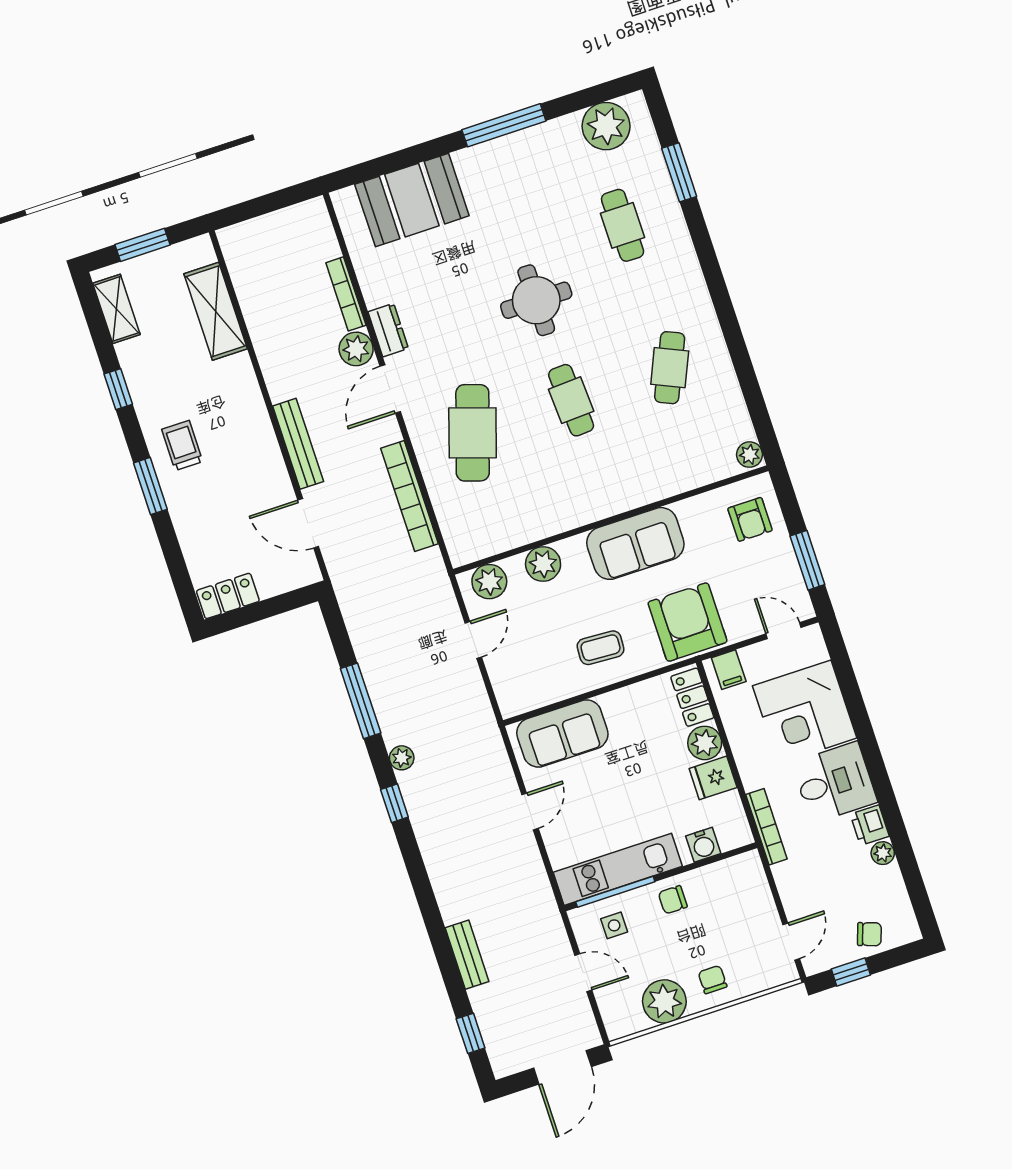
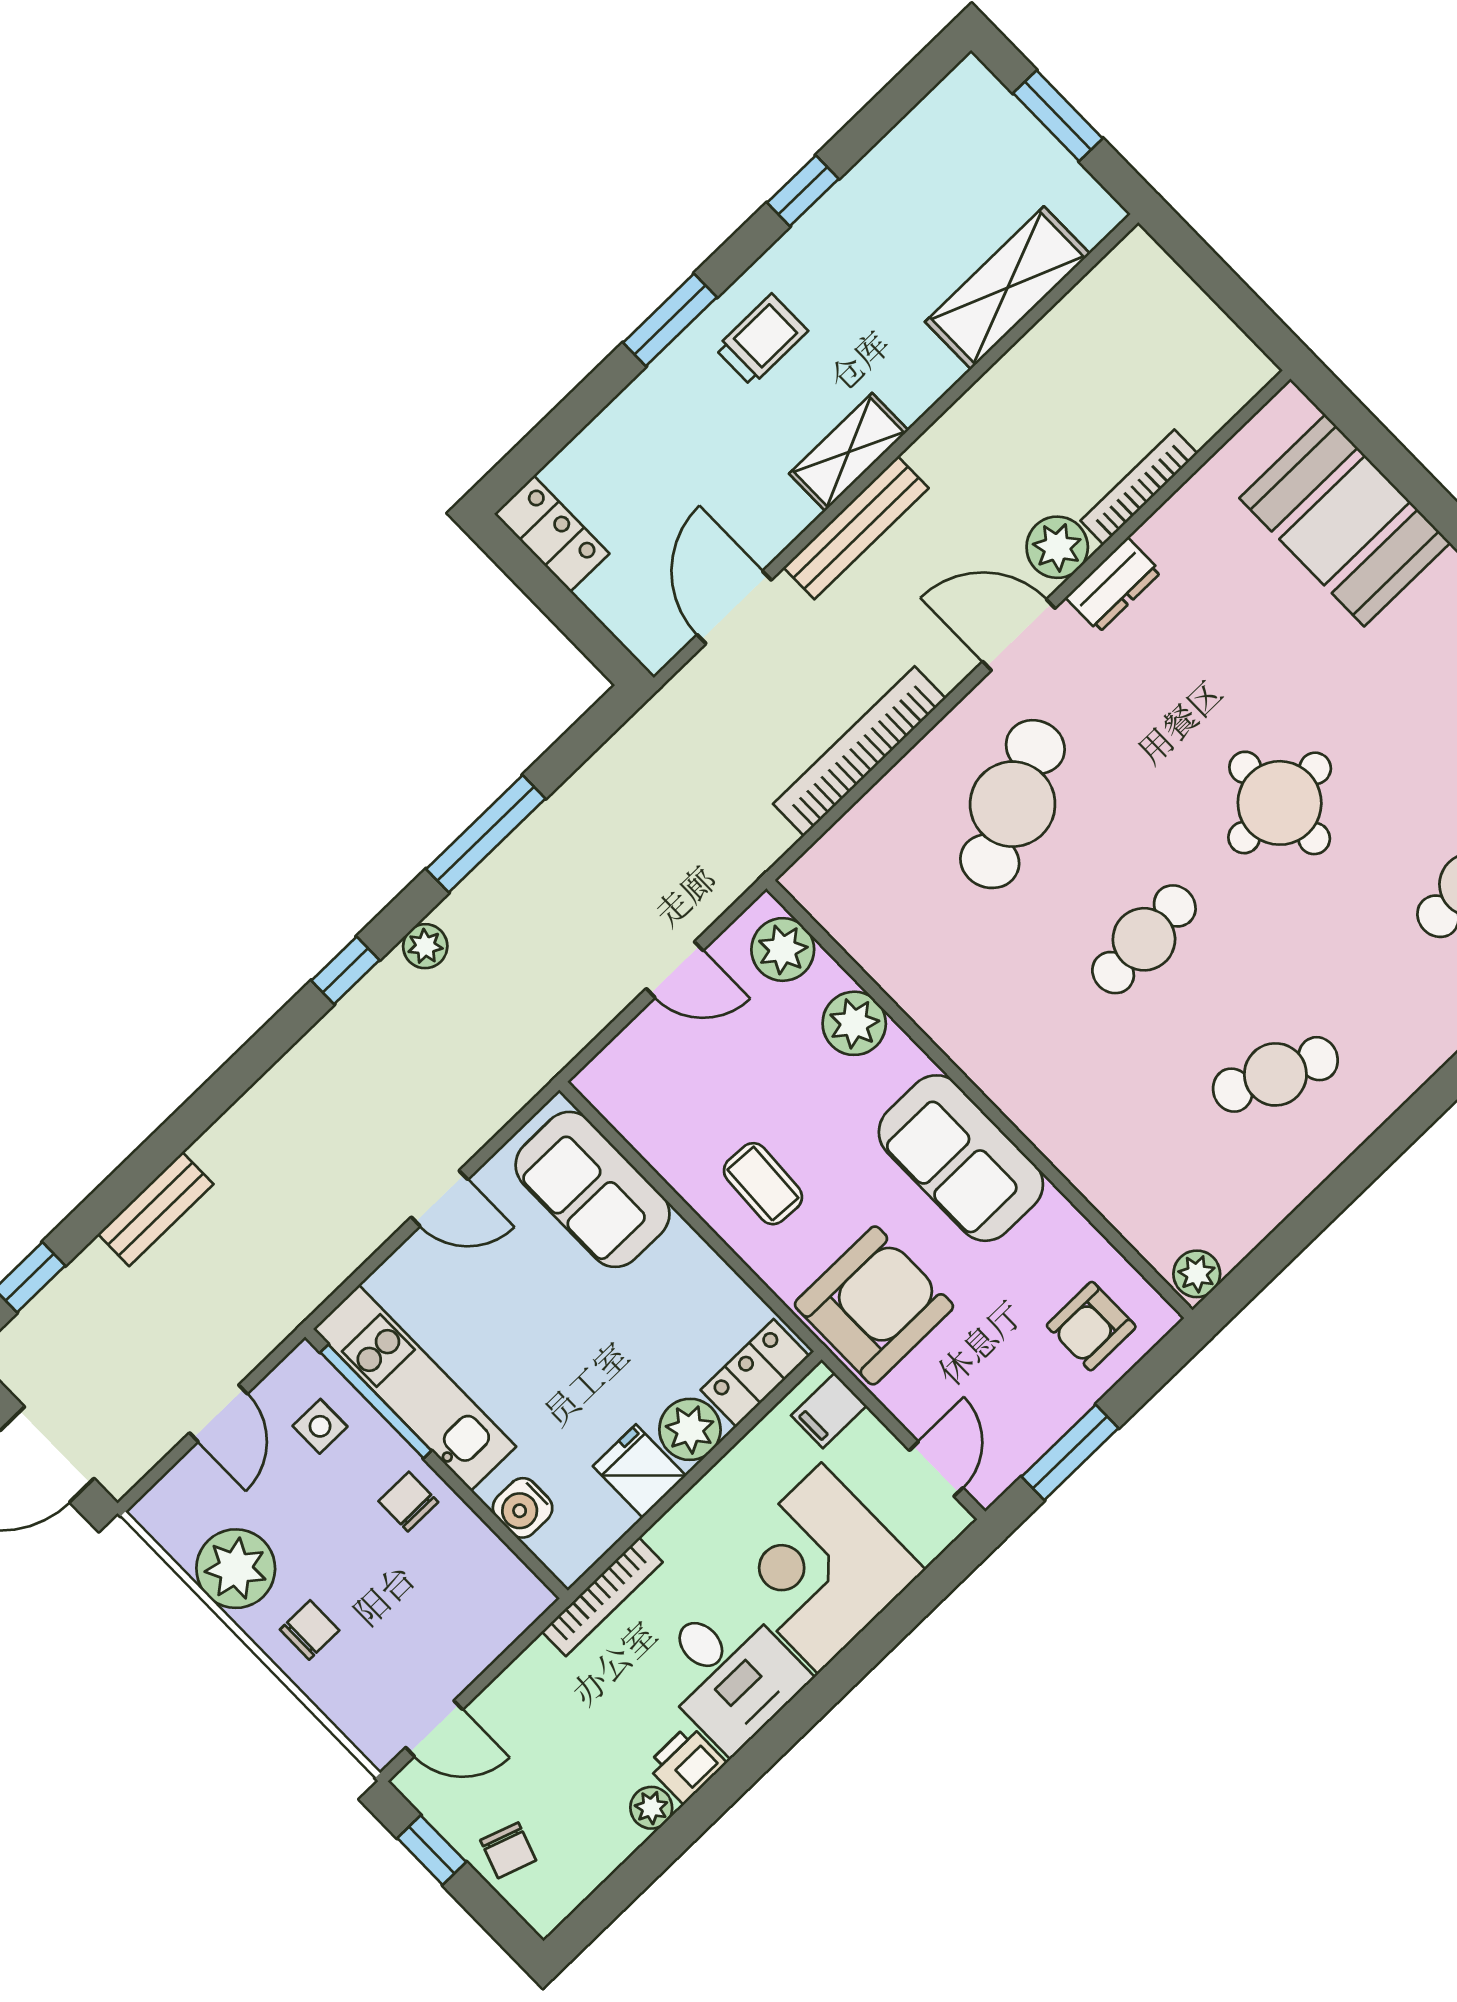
shelving: (116, 309) -> (849, 452), moved
cafe table: (473, 433) -> (1013, 804), turned -42

